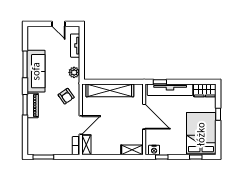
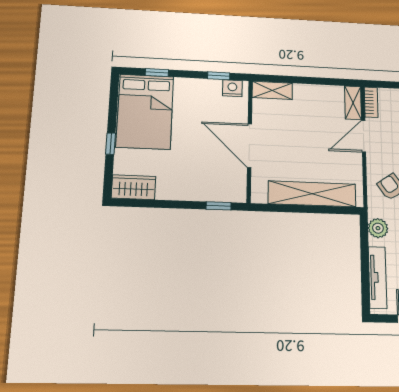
tv unit: (75, 46) -> (378, 277), width x1.41
tv unit: (170, 90) -> (200, 191), removed

